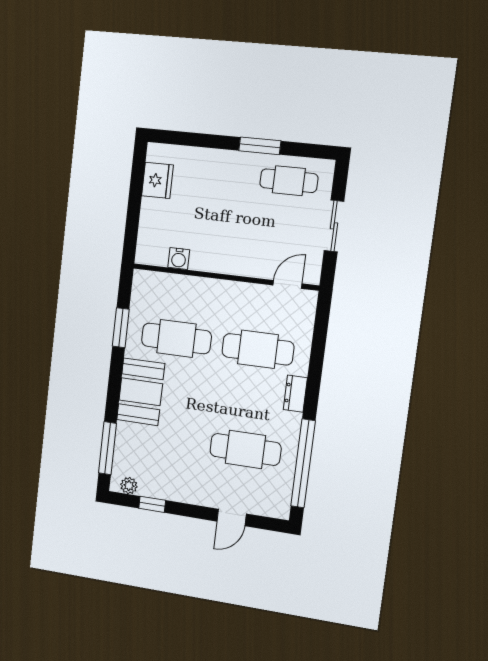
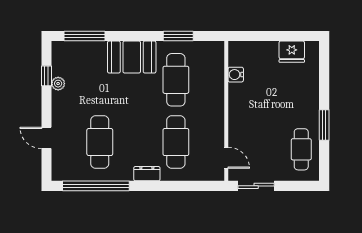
sliding door: (334, 226) -> (256, 186), moved
plant: (129, 486) -> (58, 84), moved

